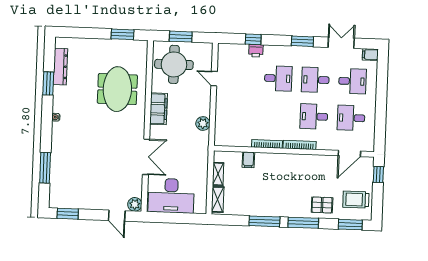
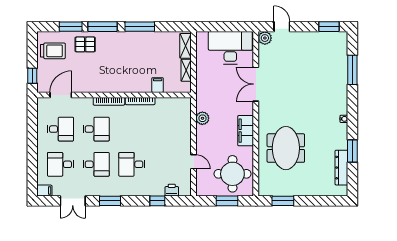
printer: (256, 51) -> (172, 190), moved
window: (350, 225) -> (71, 27), moved

